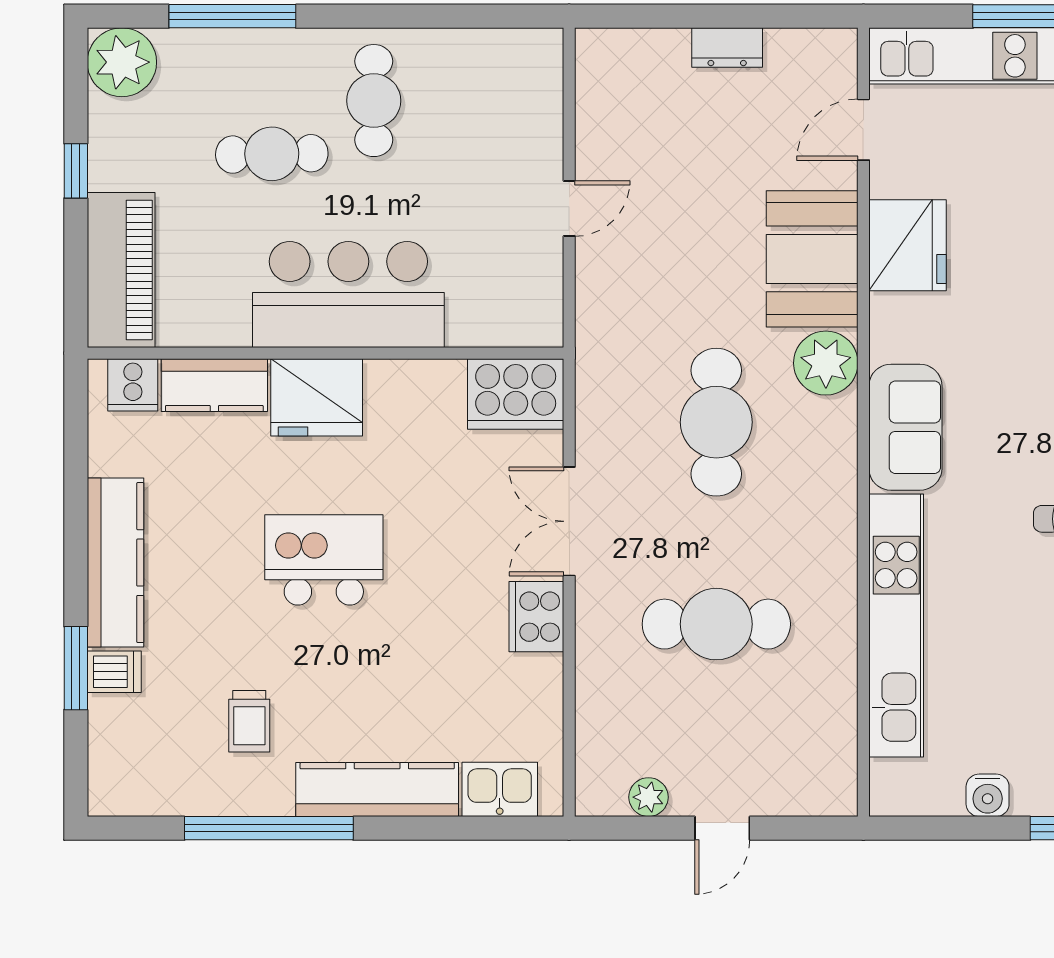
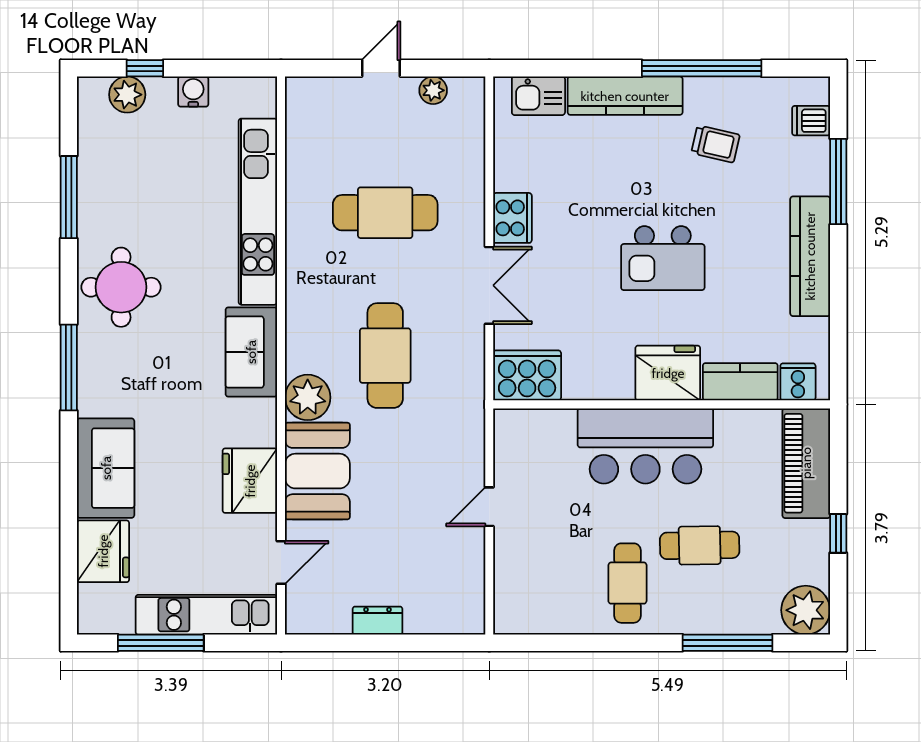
window: (76, 668) -> (838, 182), width x1.44
dishwasher: (114, 672) -> (811, 121), moved
trolley: (249, 721) -> (716, 144), turned 103

